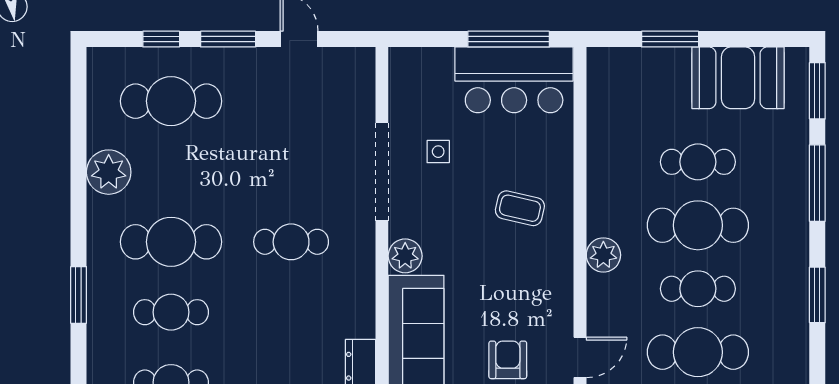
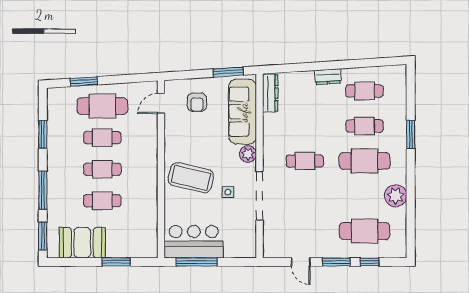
side table: (438, 152) -> (228, 192), moved
coffee table: (520, 208) -> (191, 178), width x1.86, depth x1.72
cafe table: (698, 225) -> (102, 169), width x0.73, depth x0.74
plant: (603, 255) -> (149, 154), removed

